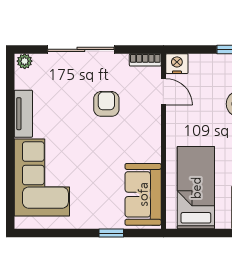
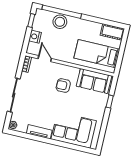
nightstand: (177, 64) -> (35, 37), moved
door: (163, 92) -> (45, 59), hinge flipped
armchair: (106, 104) -> (63, 86), moved

